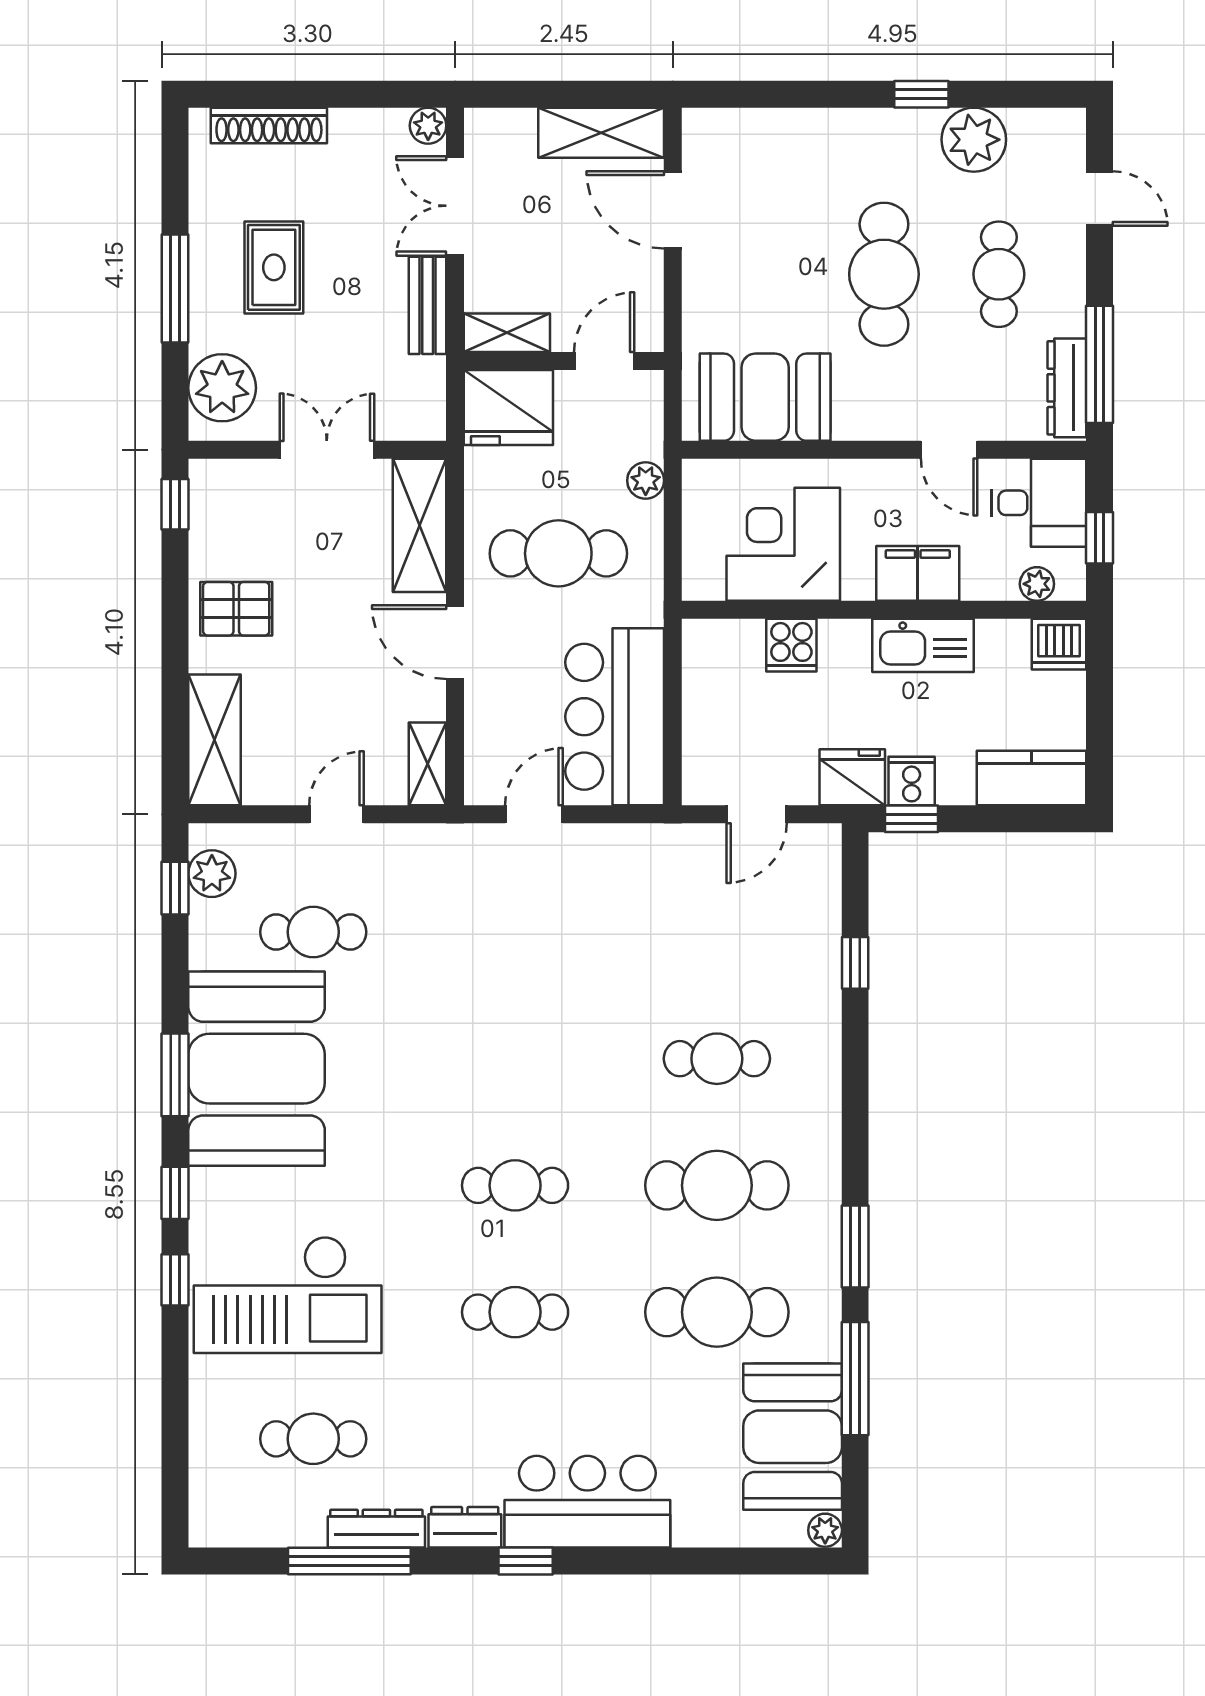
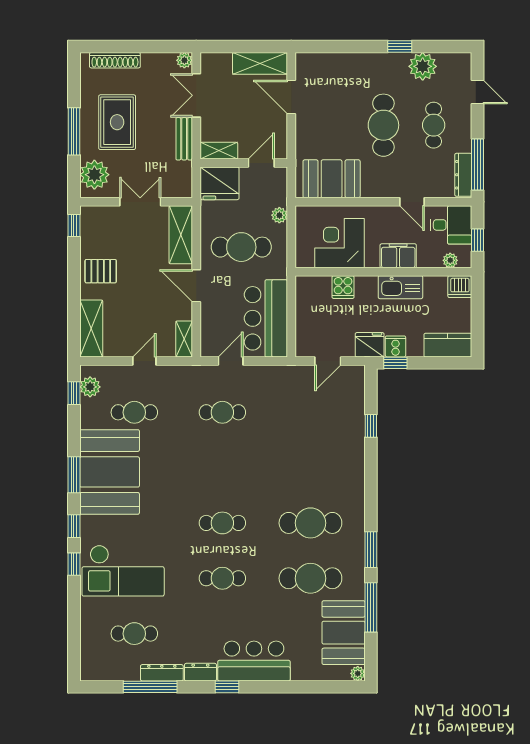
rug: (274, 267) -> (117, 122), width x1.36, depth x1.43
cafe table: (717, 1059) -> (222, 412), moved

